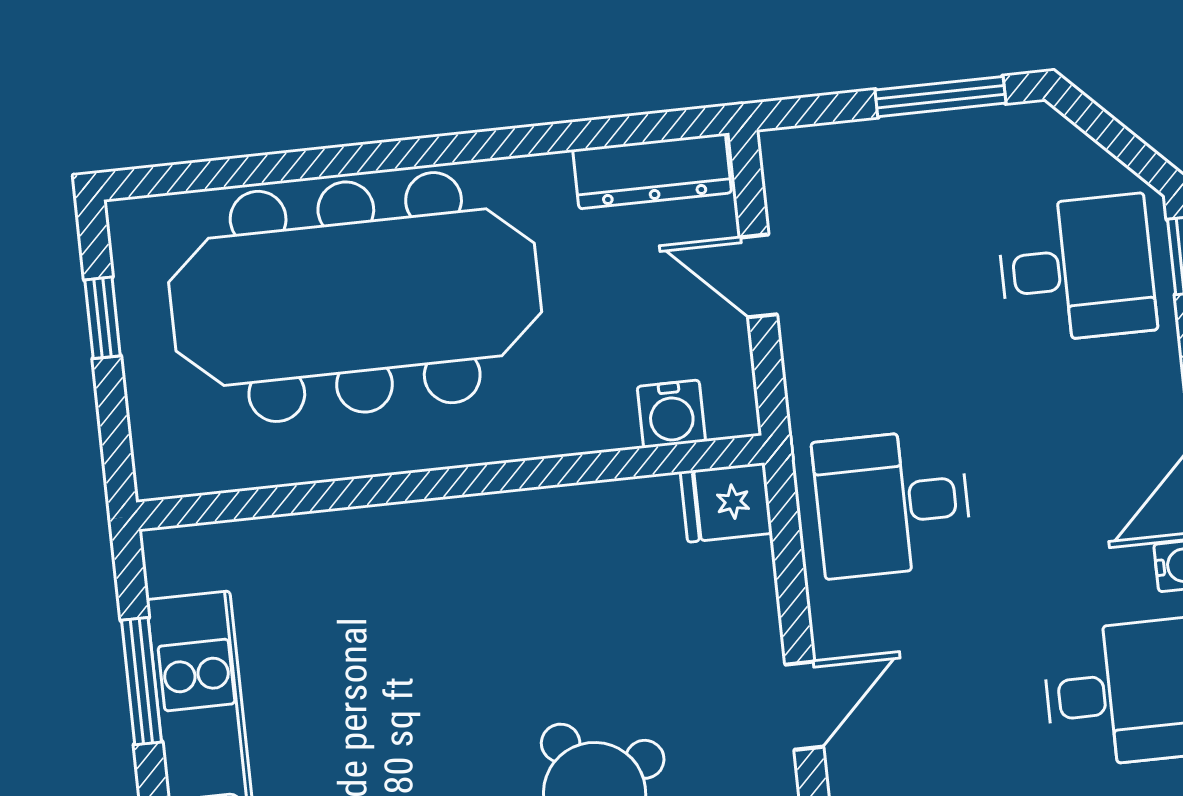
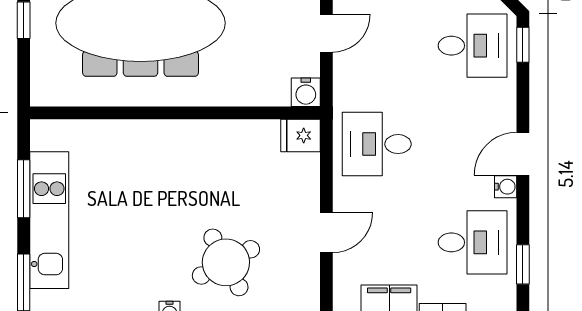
door: (758, 276) -> (326, 33), swing flipped
water cooler: (671, 414) -> (306, 92), moved

